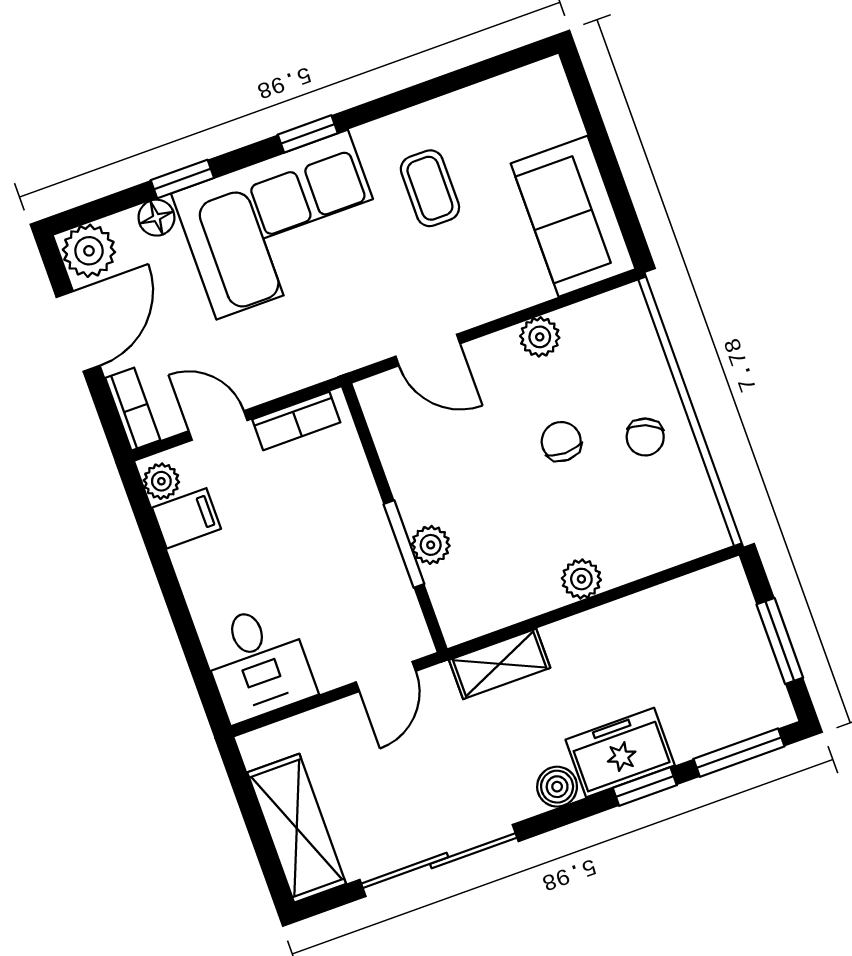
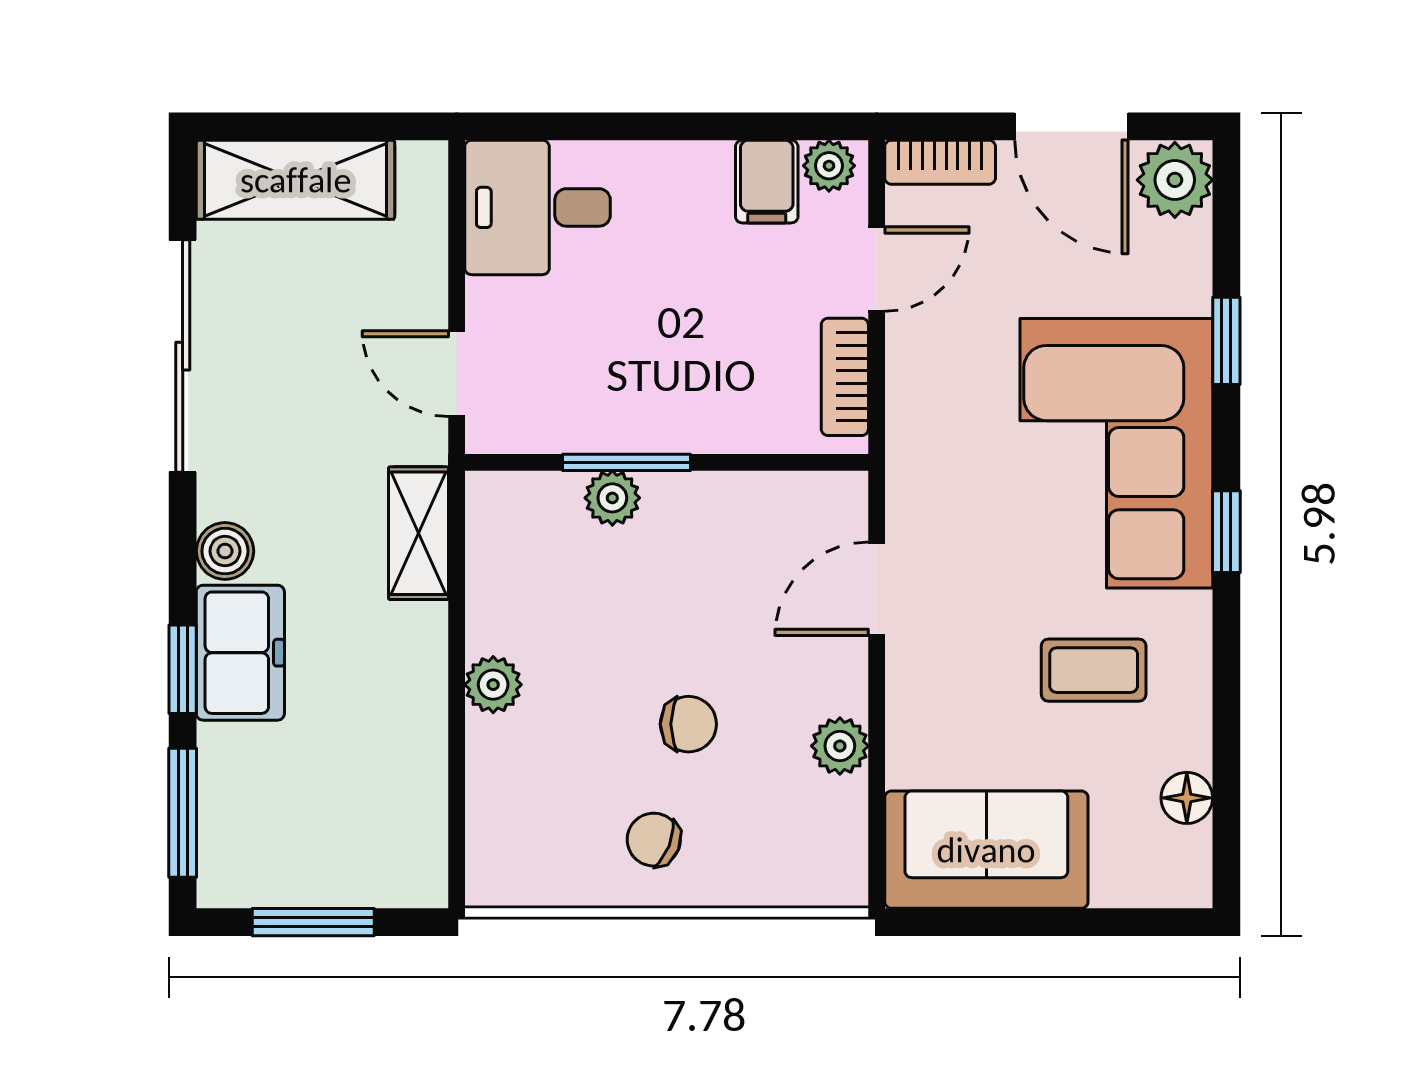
floor lamp: (156, 218) -> (1187, 798), moved

